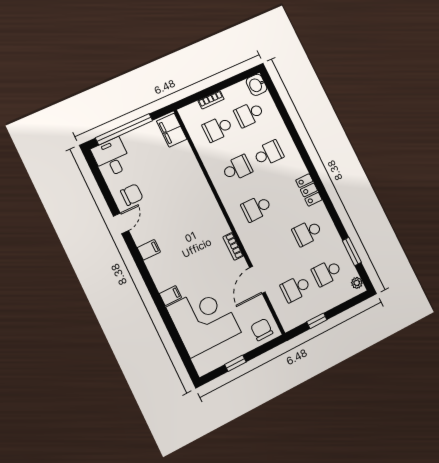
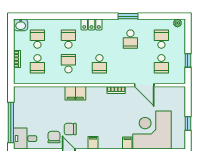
school desk: (249, 114) -> (37, 39), turned 180
filing cabinet: (172, 130) -> (75, 93), moved
locker: (309, 190) -> (92, 24), moved
window: (352, 251) -> (128, 16), moved
school desk: (327, 272) -> (161, 39), turned 180
chair: (262, 330) -> (70, 129), moved

